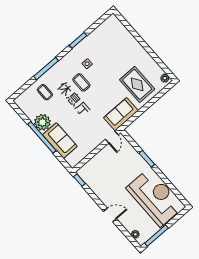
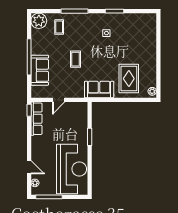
coffee table: (81, 82) -> (75, 59), moved
plant: (42, 122) -> (39, 21), moved
door: (112, 137) -> (59, 100), moved
row of seats: (91, 182) -> (36, 119), added
door: (110, 215) -> (29, 167), moved

